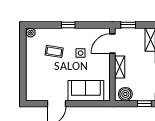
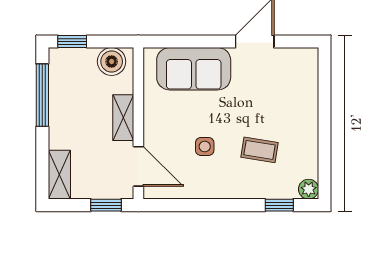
window: (68, 25) -> (279, 205), moved
door: (112, 44) -> (138, 166), hinge flipped

